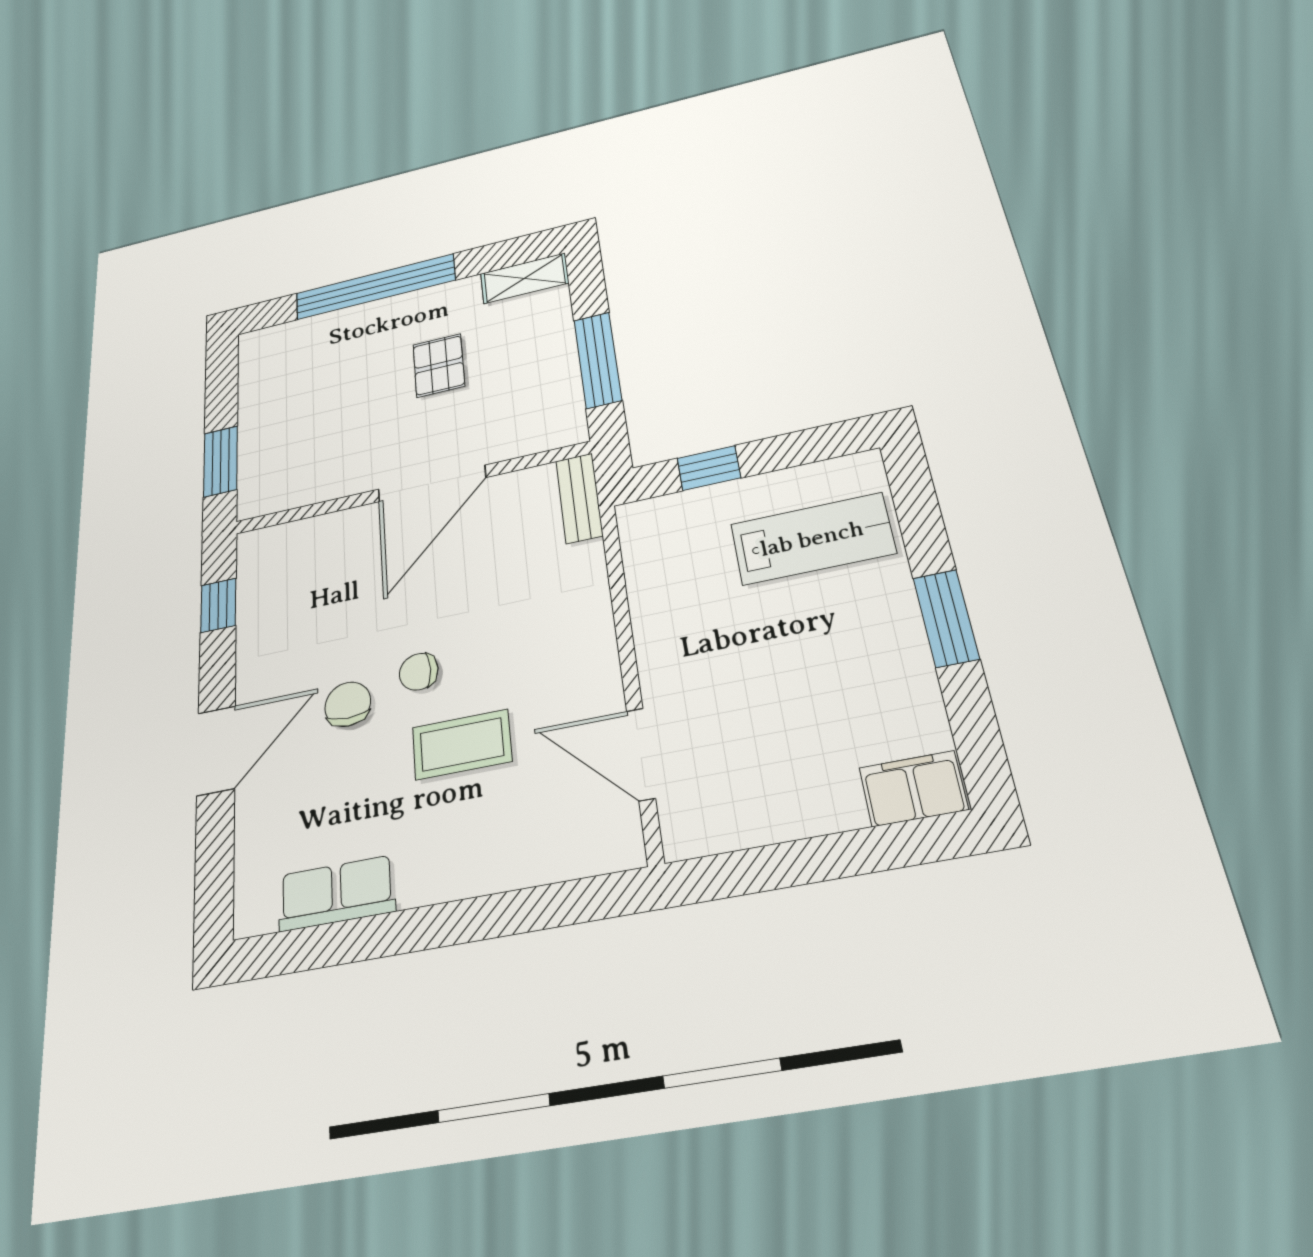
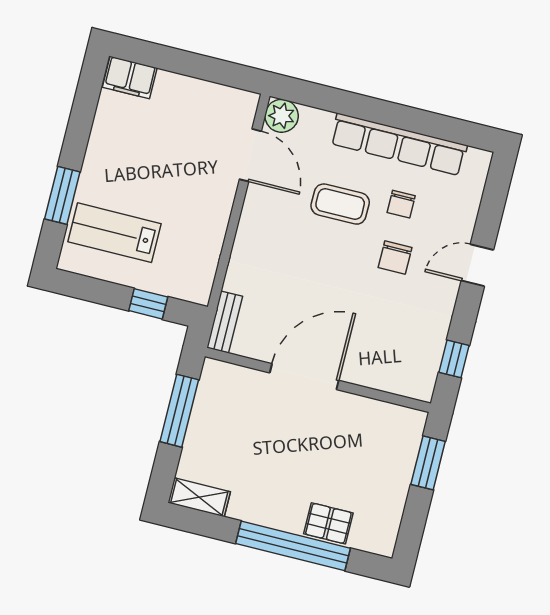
pallet: (439, 365) -> (328, 523), moved, turned 90
window: (946, 618) -> (62, 195), moved
chair: (419, 672) -> (401, 204), moved, turned 90
door: (216, 751) -> (477, 265), width x0.73
plant: (613, 842) -> (282, 116), added
row of seats: (336, 893) -> (399, 144), width x2.02

